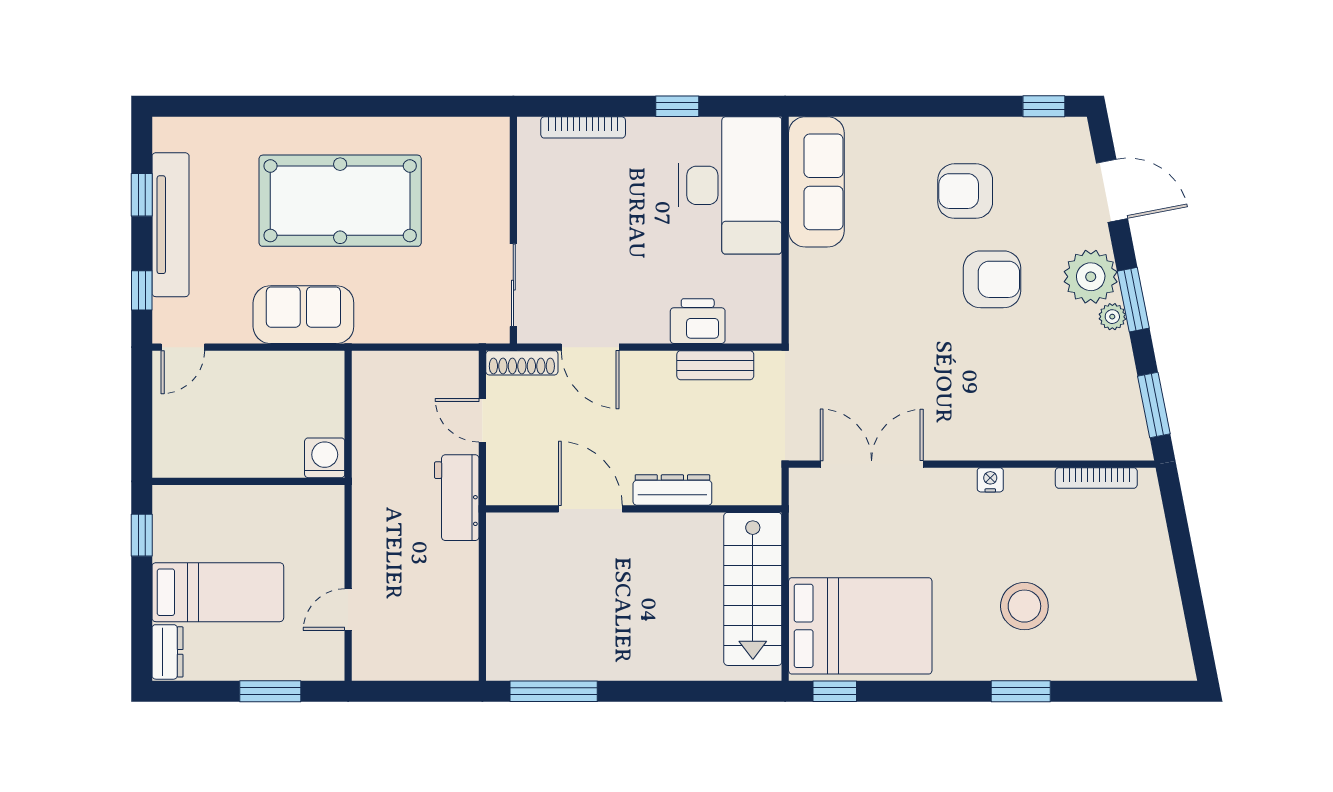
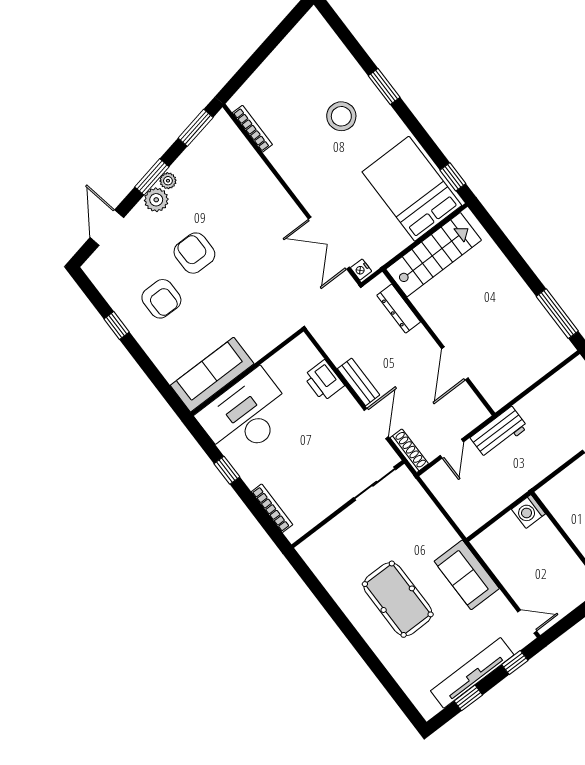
window: (1044, 106) -> (117, 325), moved
pool table: (340, 201) -> (398, 599), width x0.73, depth x0.76
plant: (1091, 277) -> (156, 200), width x0.73, depth x0.73
bench: (715, 365) -> (359, 382), moved
nightstand: (990, 480) -> (361, 270), moved
dresser: (672, 490) -> (399, 309), moved

